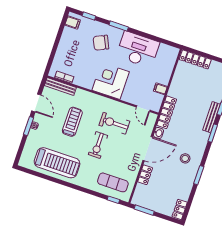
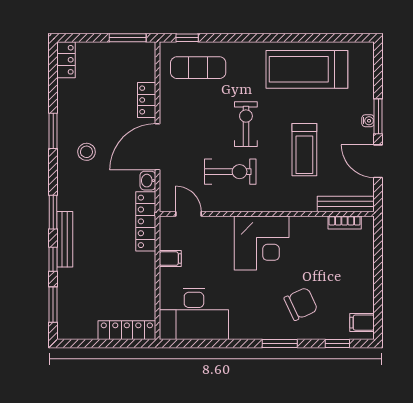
desk: (138, 49) -> (194, 314), moved

